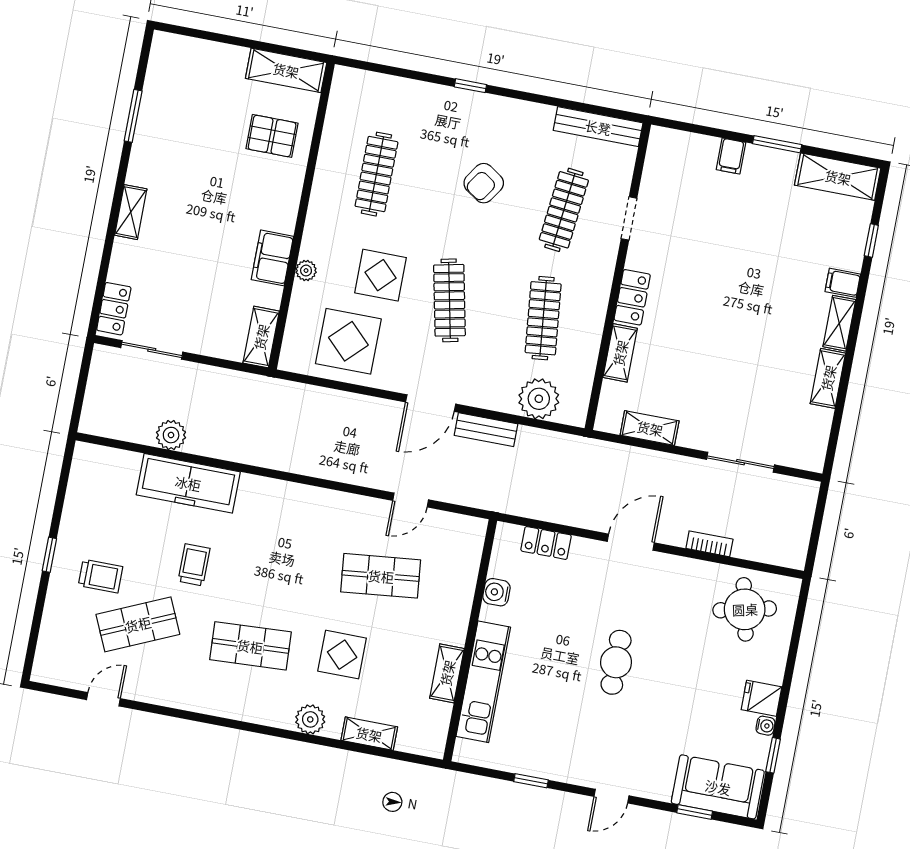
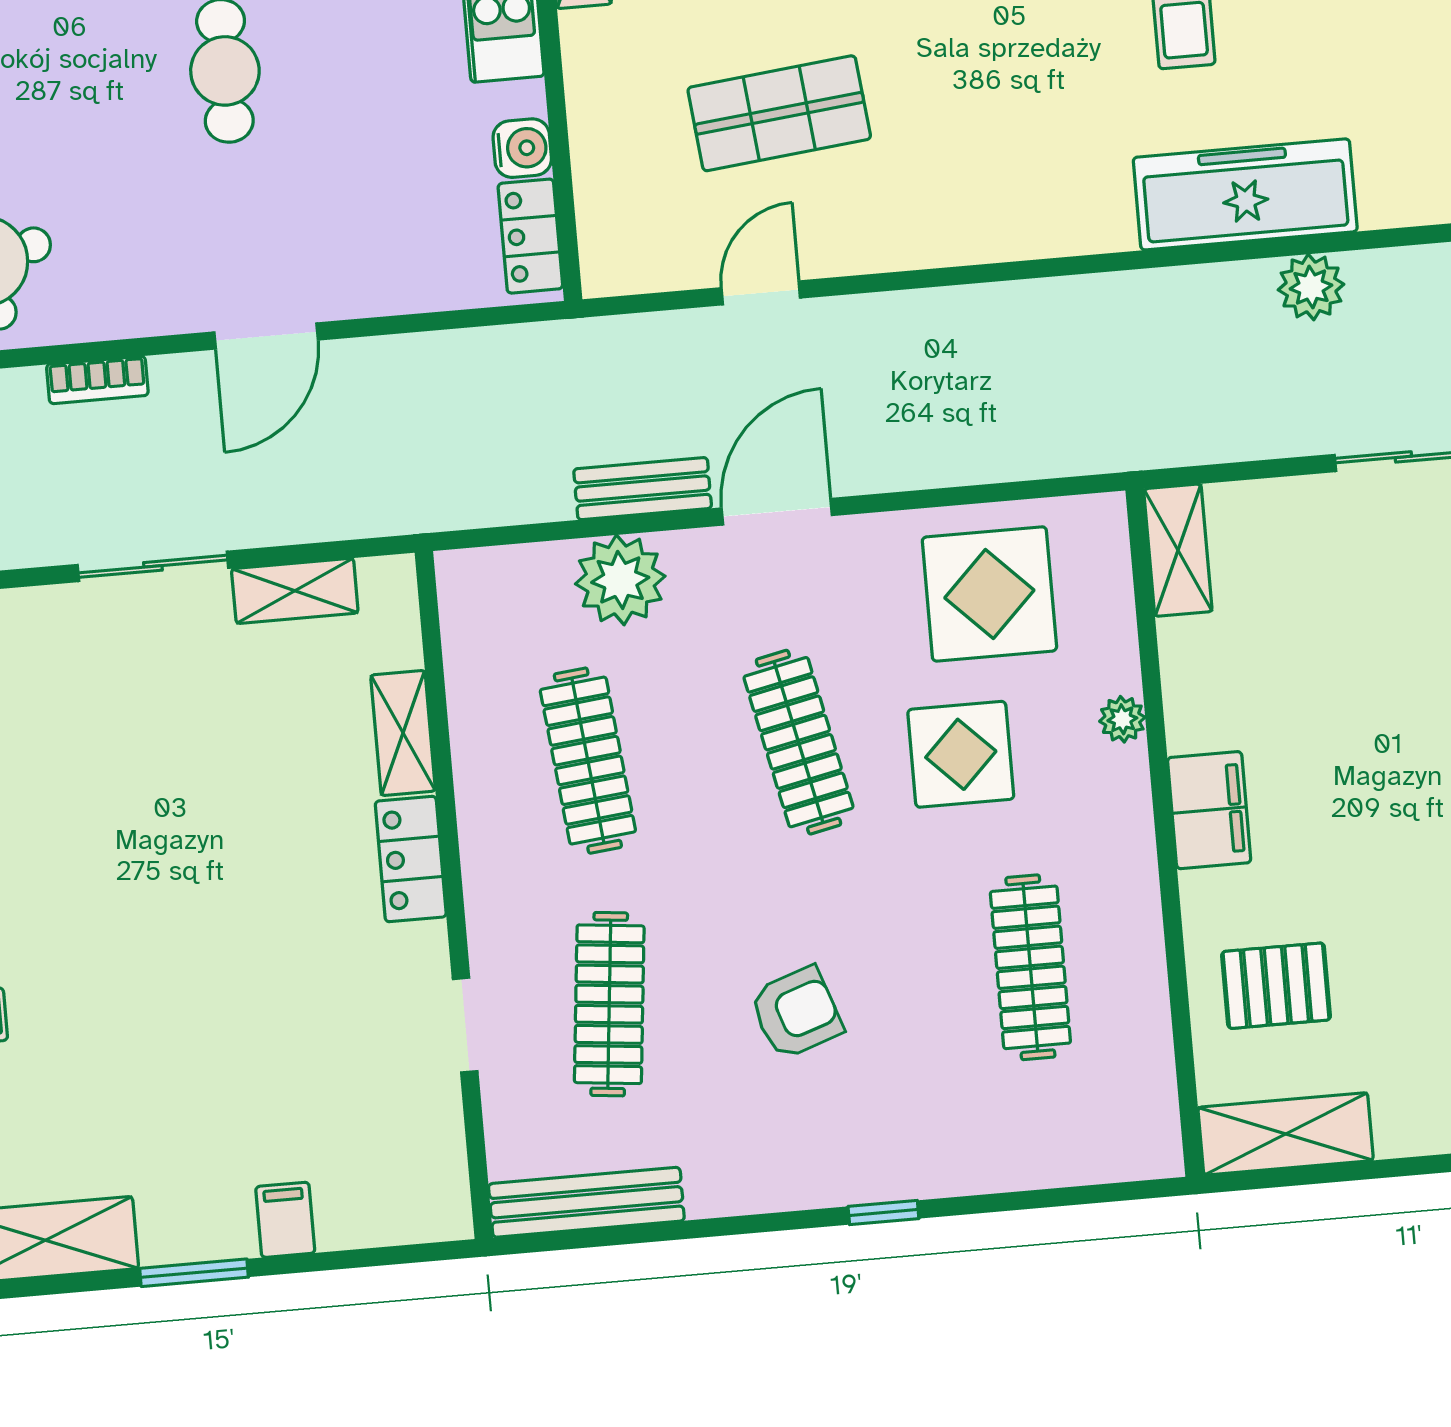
armchair: (484, 183) -> (796, 1013), turned 37
filing cabinet: (272, 258) -> (1209, 810), moved
plant: (539, 399) -> (620, 580), moved
sliding door: (741, 462) -> (153, 566), moved
locker: (546, 543) -> (530, 236), moved, turned -90

